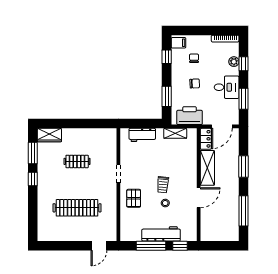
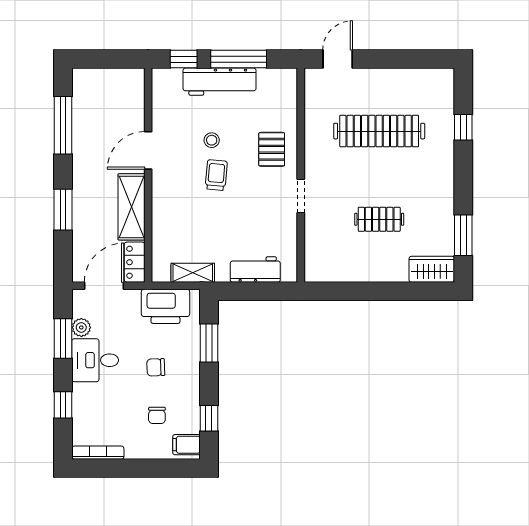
plant: (234, 62) -> (81, 327), moved
window: (33, 179) -> (463, 127), moved

